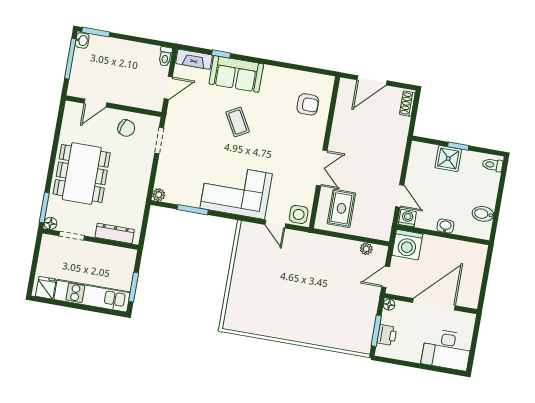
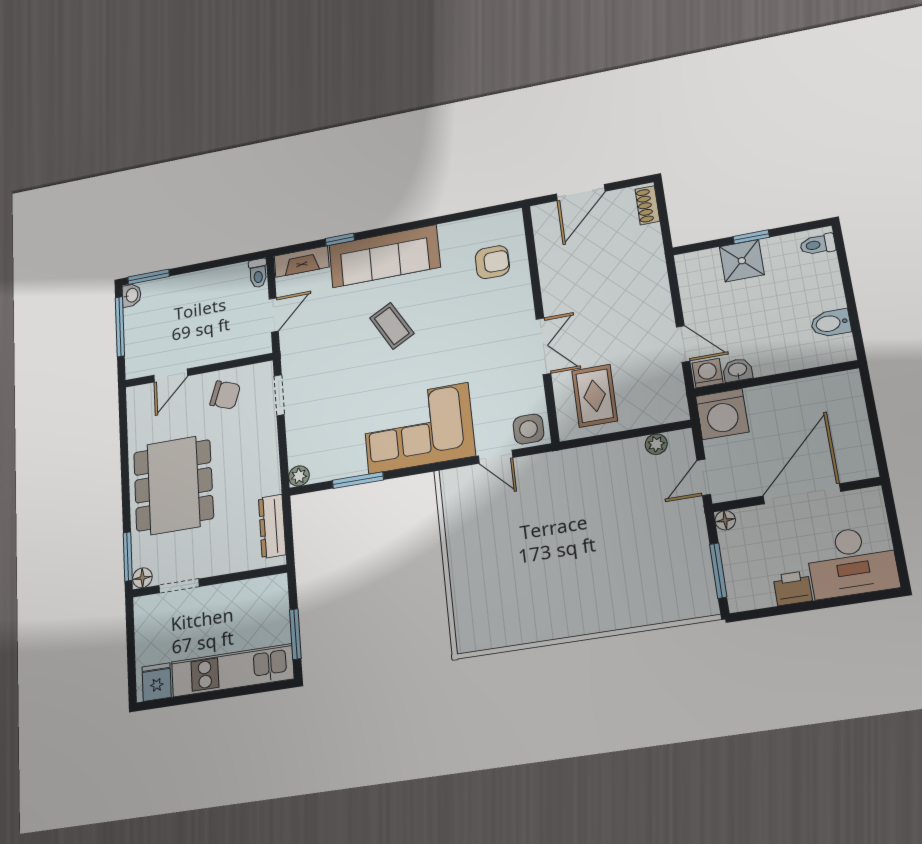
sofa: (236, 74) -> (384, 256), width x1.36
washbasin: (445, 226) -> (738, 370), moved
dresser: (115, 233) -> (272, 526), moved, turned -90
printer: (387, 335) -> (793, 588), moved, turned -90

